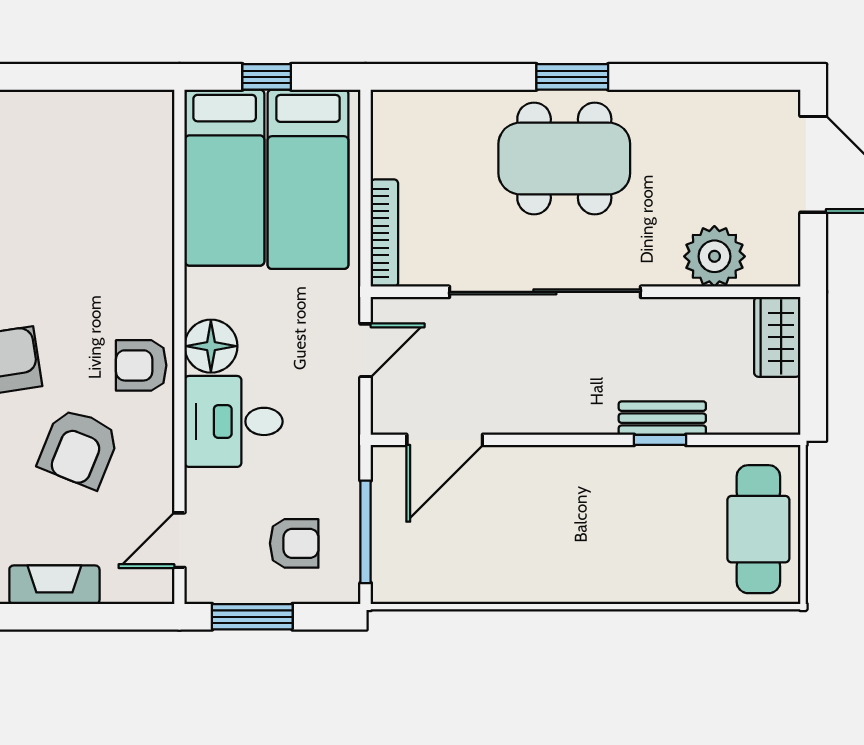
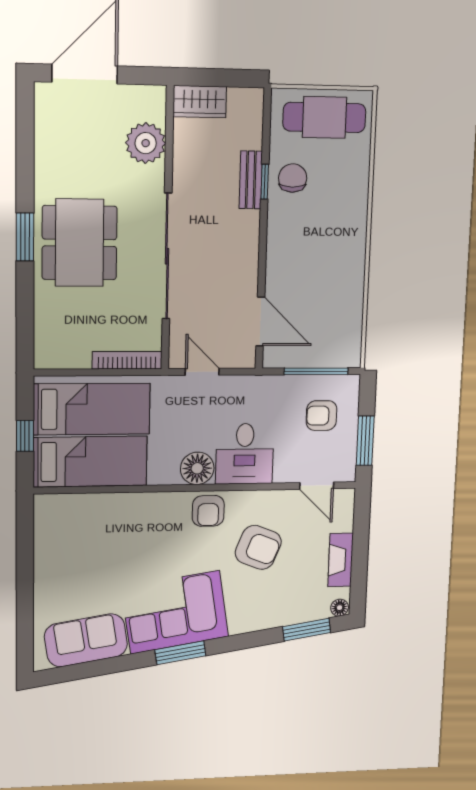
chair: (666, 483) -> (293, 178), added
armchair: (294, 543) -> (321, 416), turned -90

